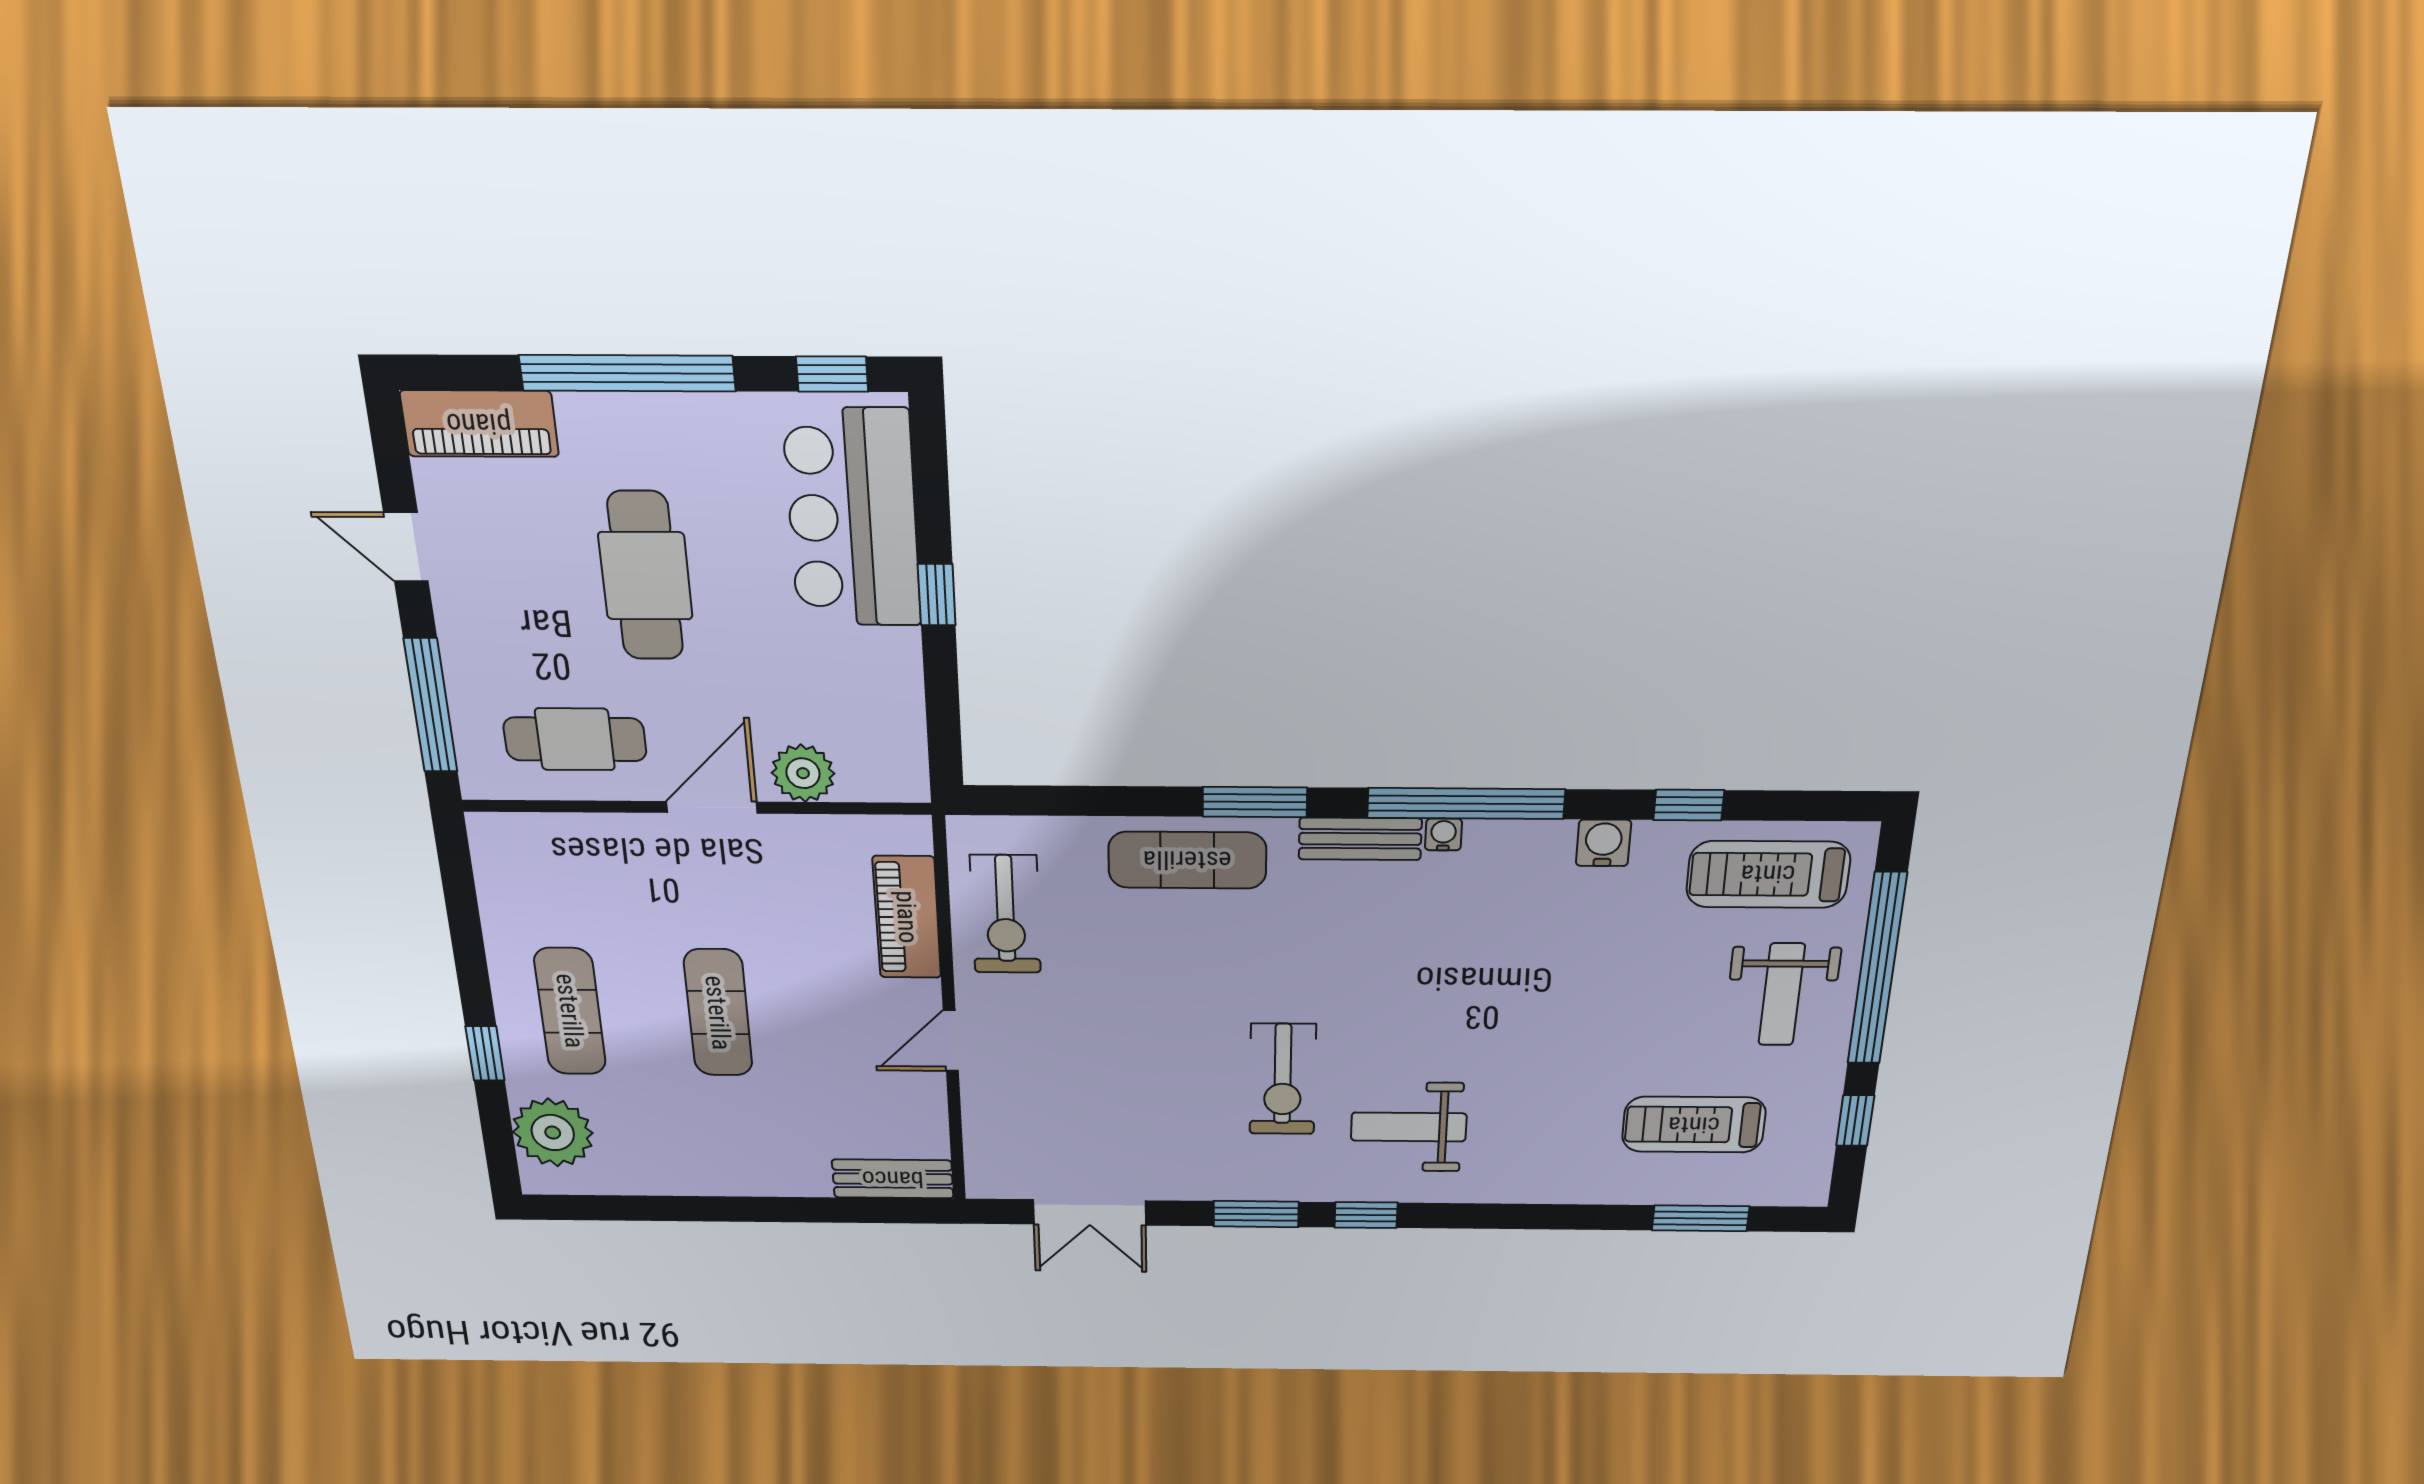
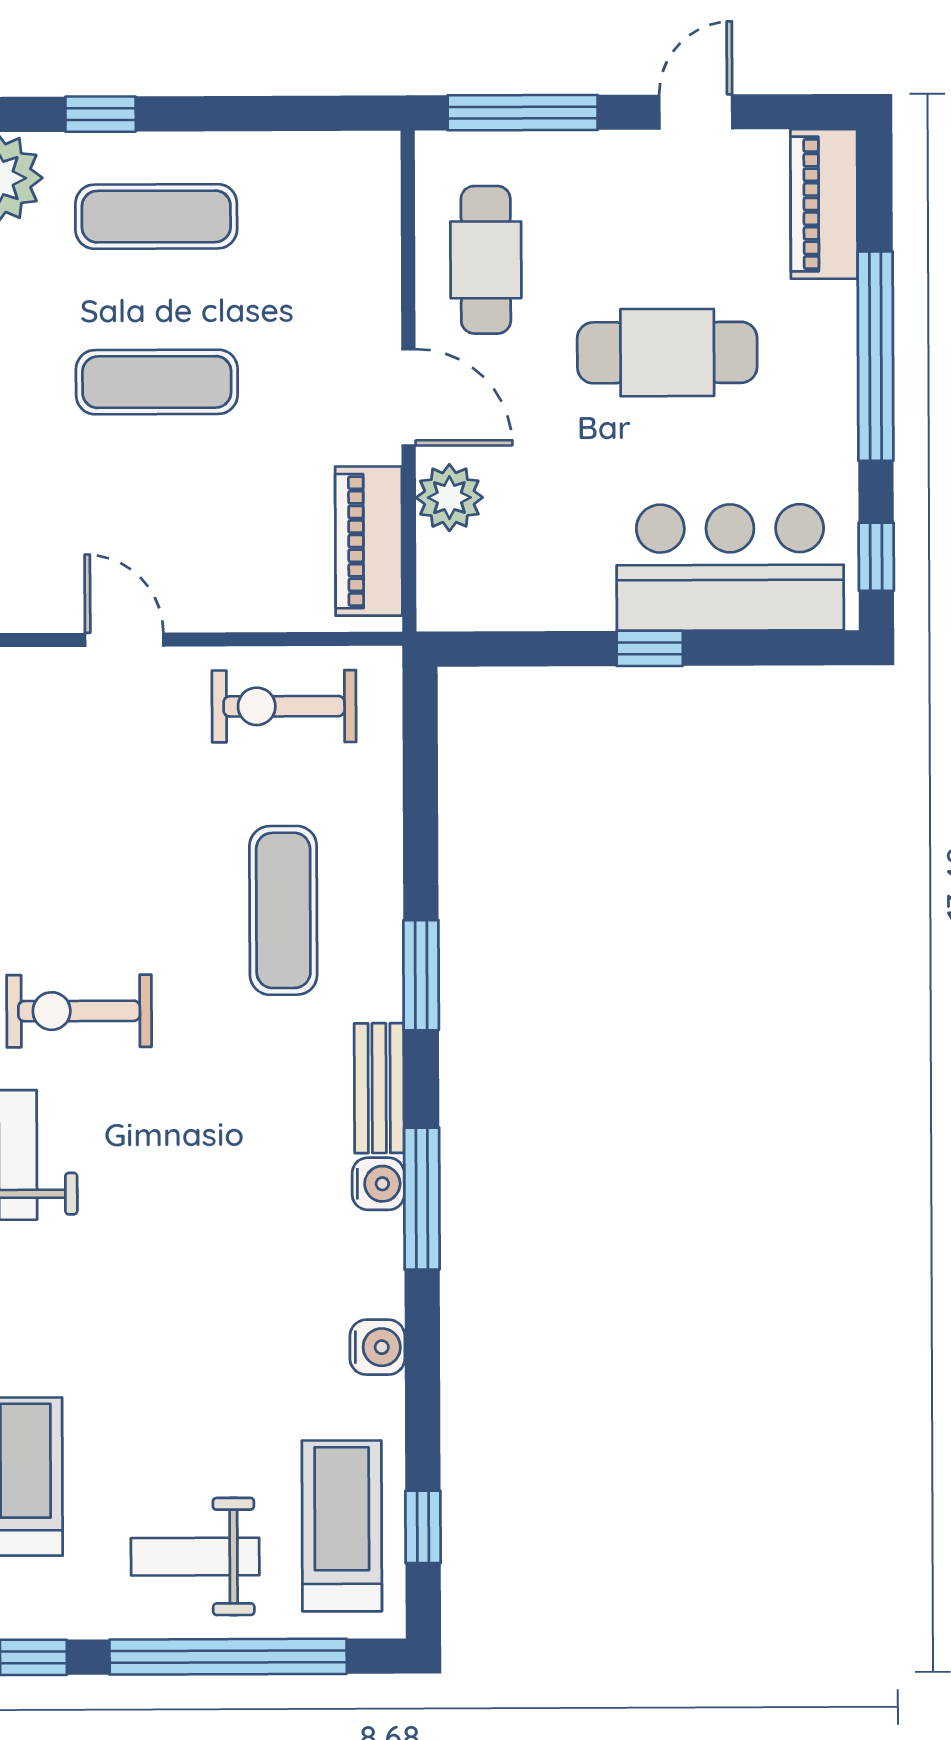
window: (1466, 803) -> (422, 1199), width x0.68
window: (1689, 805) -> (423, 1527), moved
water cooler: (1443, 834) -> (378, 1184), width x1.38, depth x1.38
exercise mat: (1187, 860) -> (283, 910), moved
piano: (907, 917) -> (369, 541), moved, turned -90

